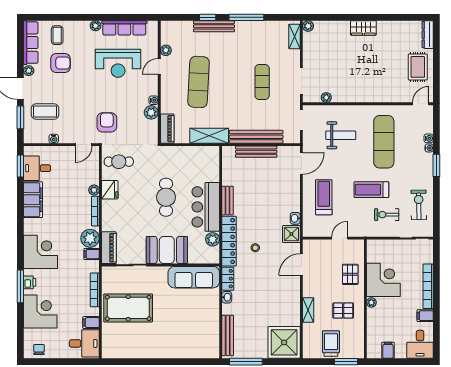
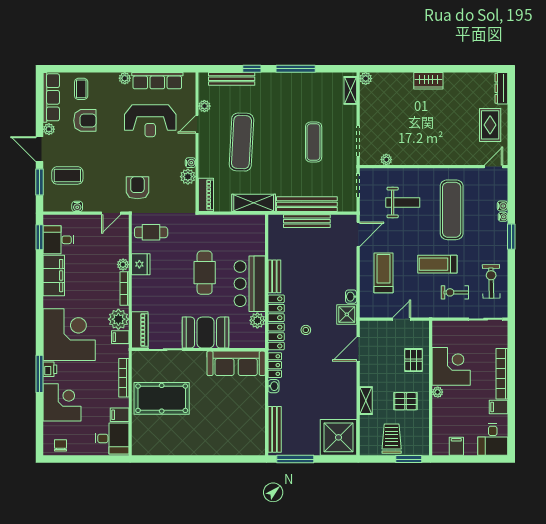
bench: (214, 26) -> (232, 79), moved
corner desk: (40, 252) -> (69, 335), width x1.36, depth x1.36

